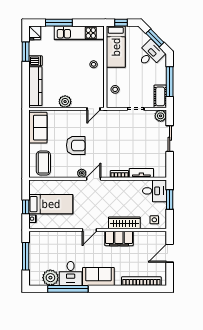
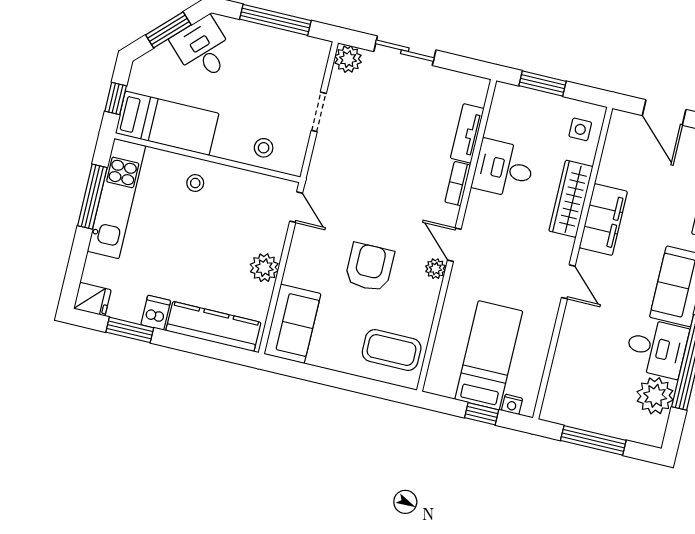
window: (59, 23) -> (92, 197), moved
cot: (160, 96) -> (304, 49), removed
sofa: (38, 128) -> (292, 324), moved, turned 90
desk: (154, 191) -> (504, 169), moved, turned -90

